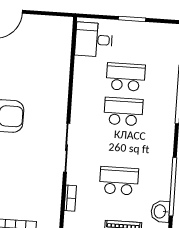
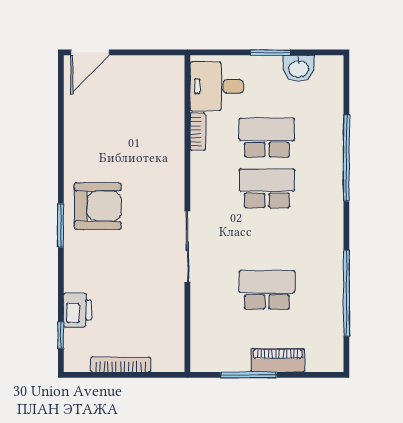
bookcase: (70, 198) -> (198, 132), moved
washbasin: (160, 211) -> (299, 68), moved, turned -90

